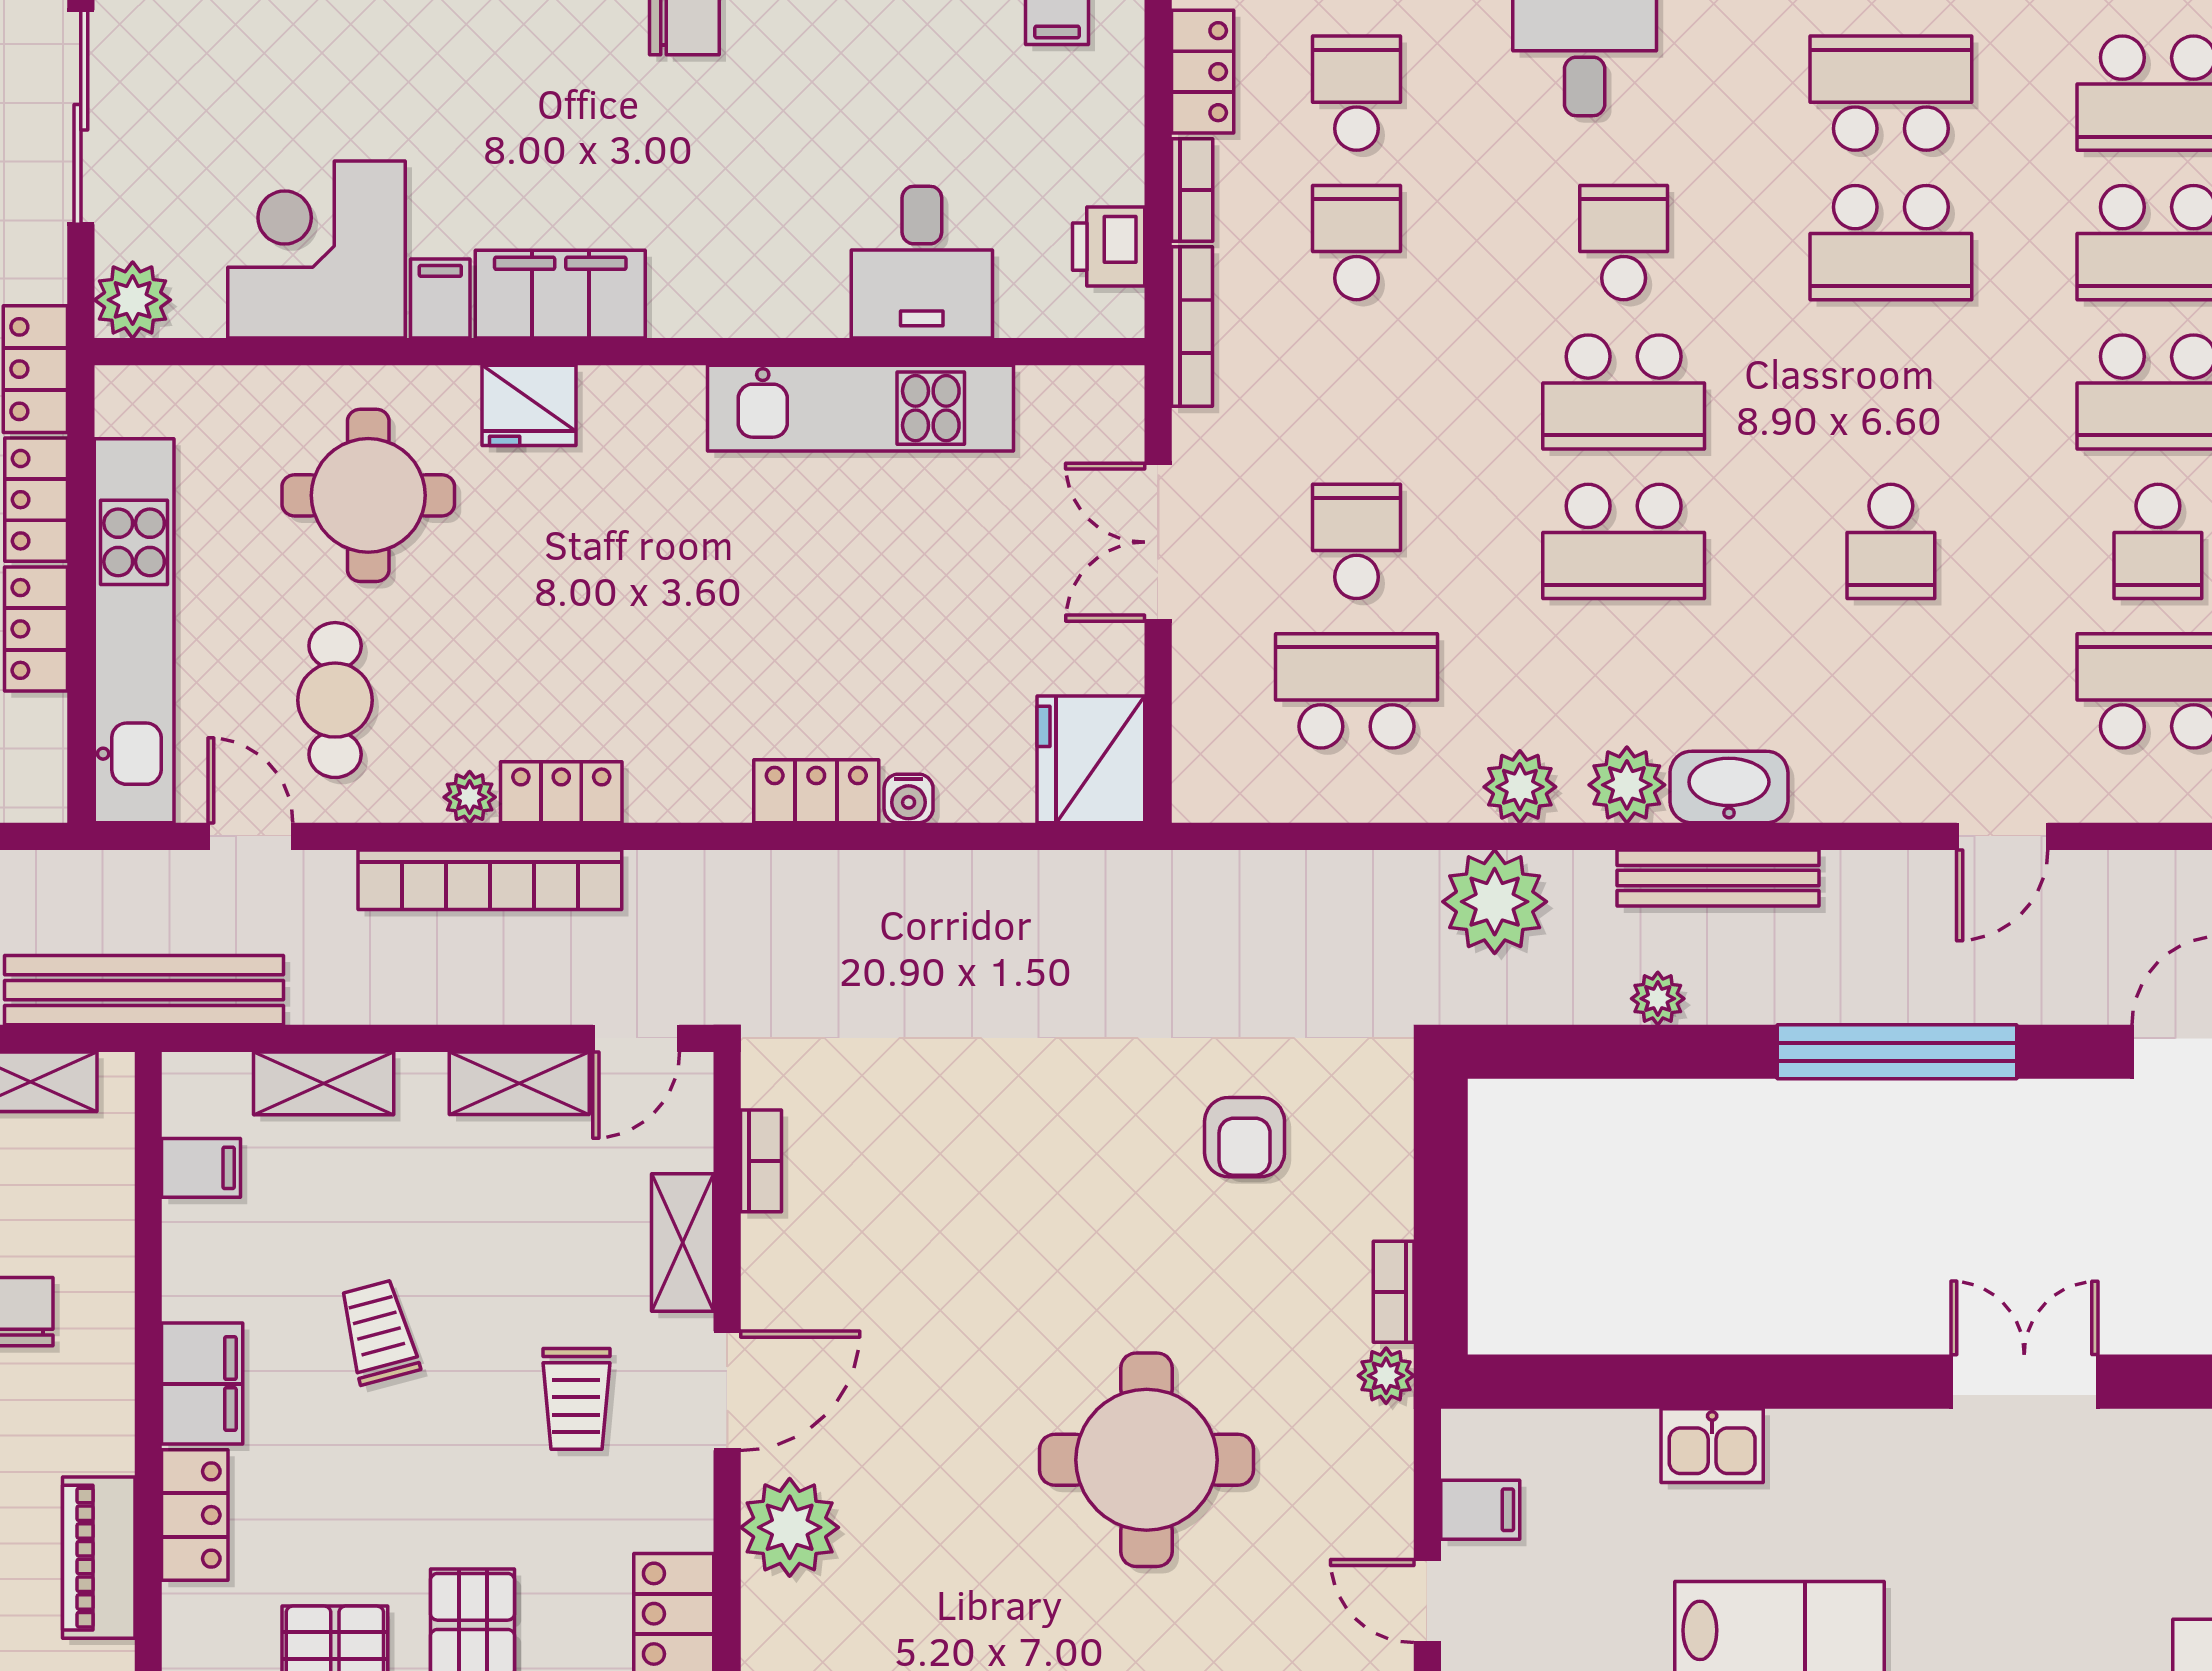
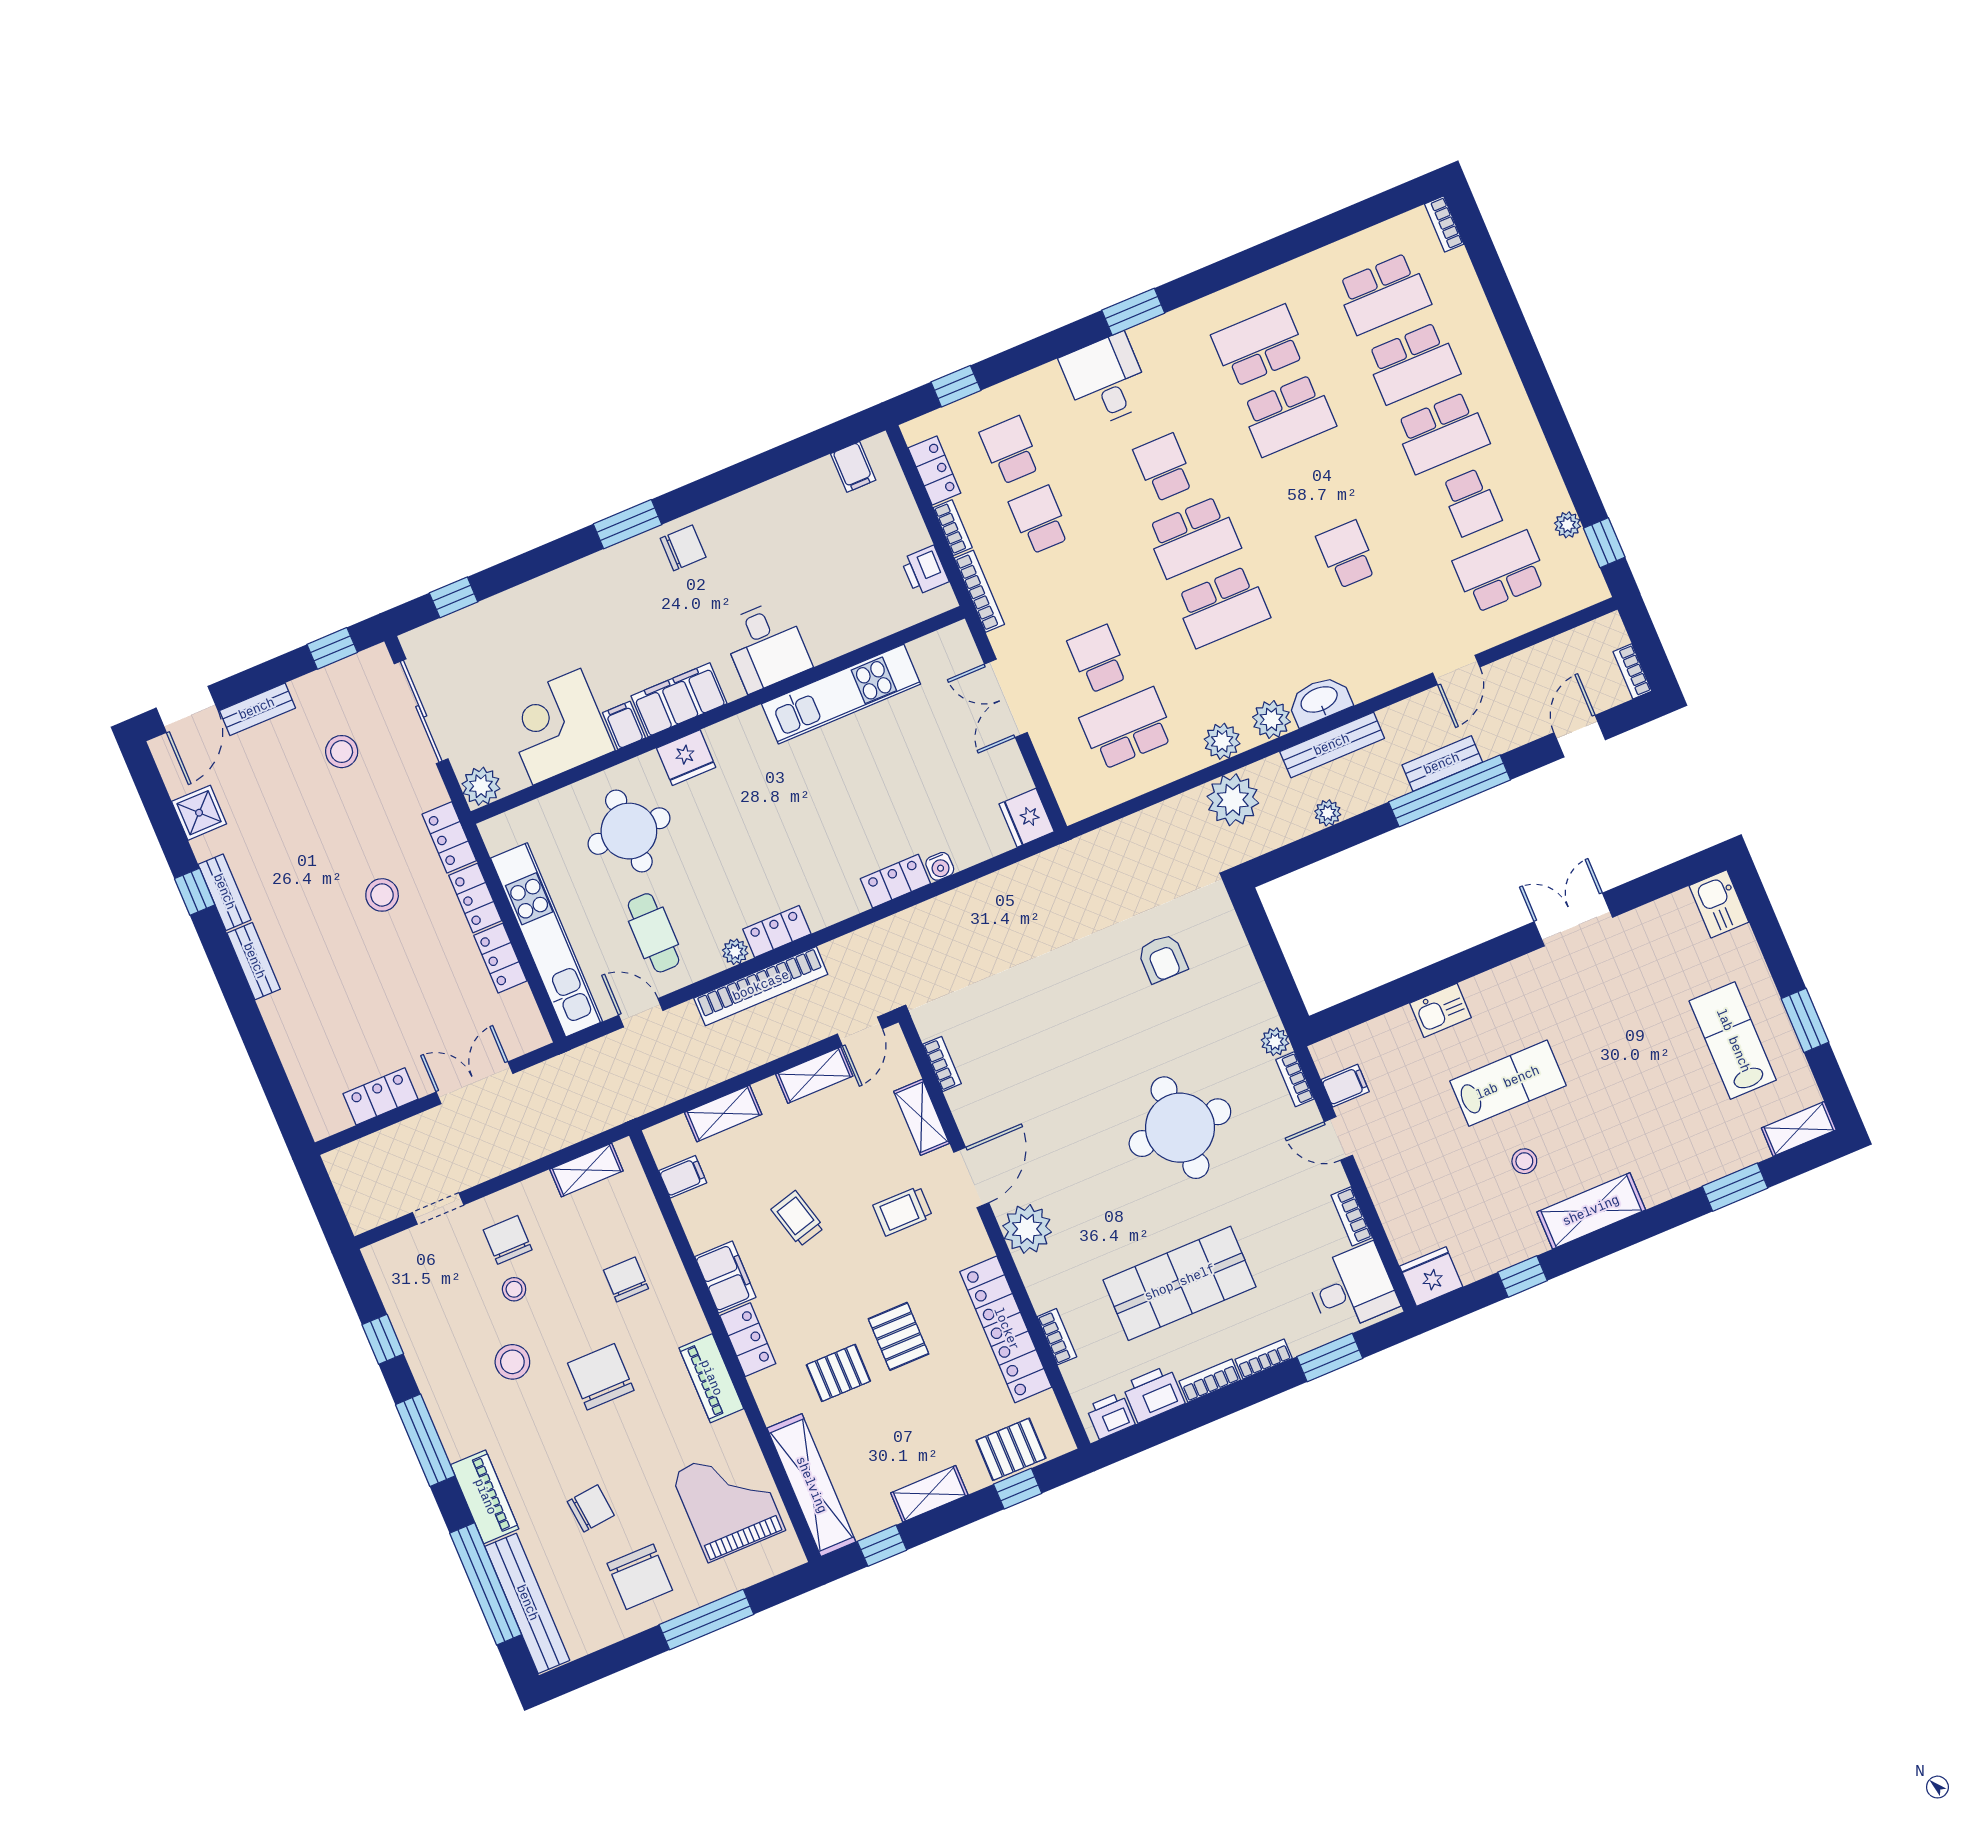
desk: (922, 262) -> (766, 646), moved
school desk: (1891, 541) -> (1347, 555), turned 180
fridge: (1091, 759) -> (1027, 818), width x0.73, depth x0.75
bench: (144, 990) -> (1442, 764), moved, width x0.54, depth x0.82
bookcase: (1394, 1292) -> (1295, 1079), moved
trolley: (576, 1399) -> (903, 1211), turned 90

